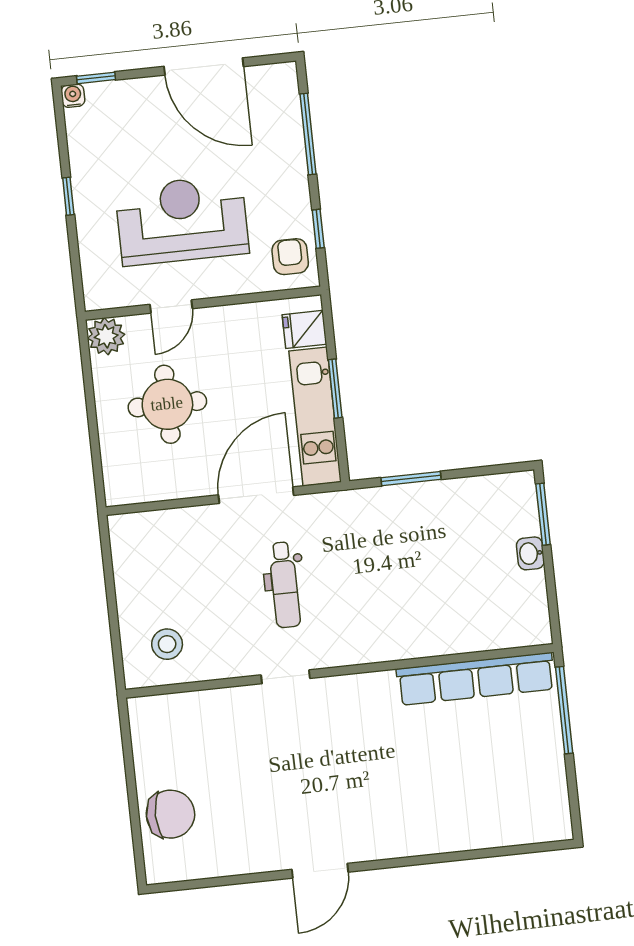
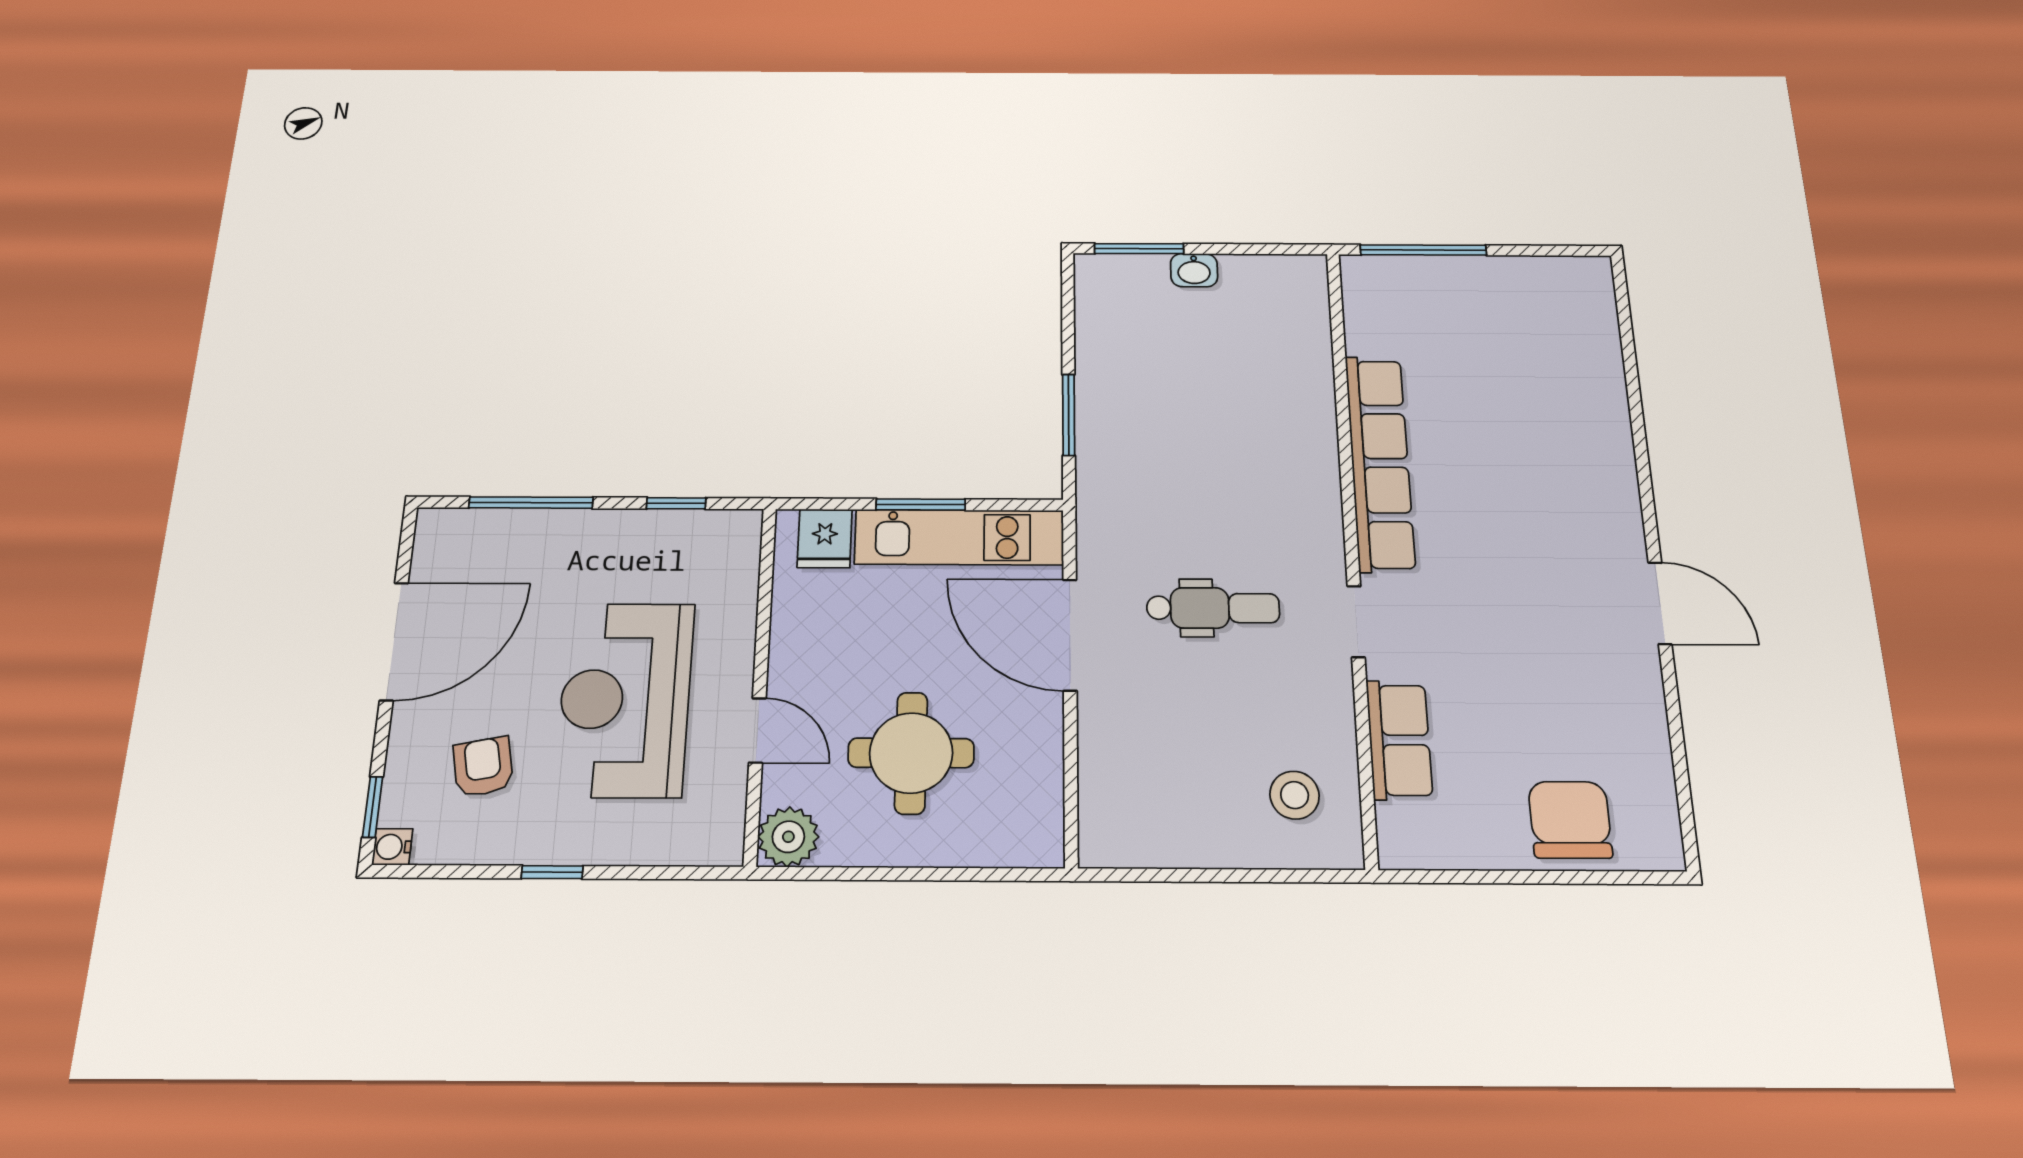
armchair: (290, 257) -> (483, 767), moved, turned 79
row of seats: (476, 679) -> (1380, 463), moved
row of seats: (210, 707) -> (1399, 740), added

